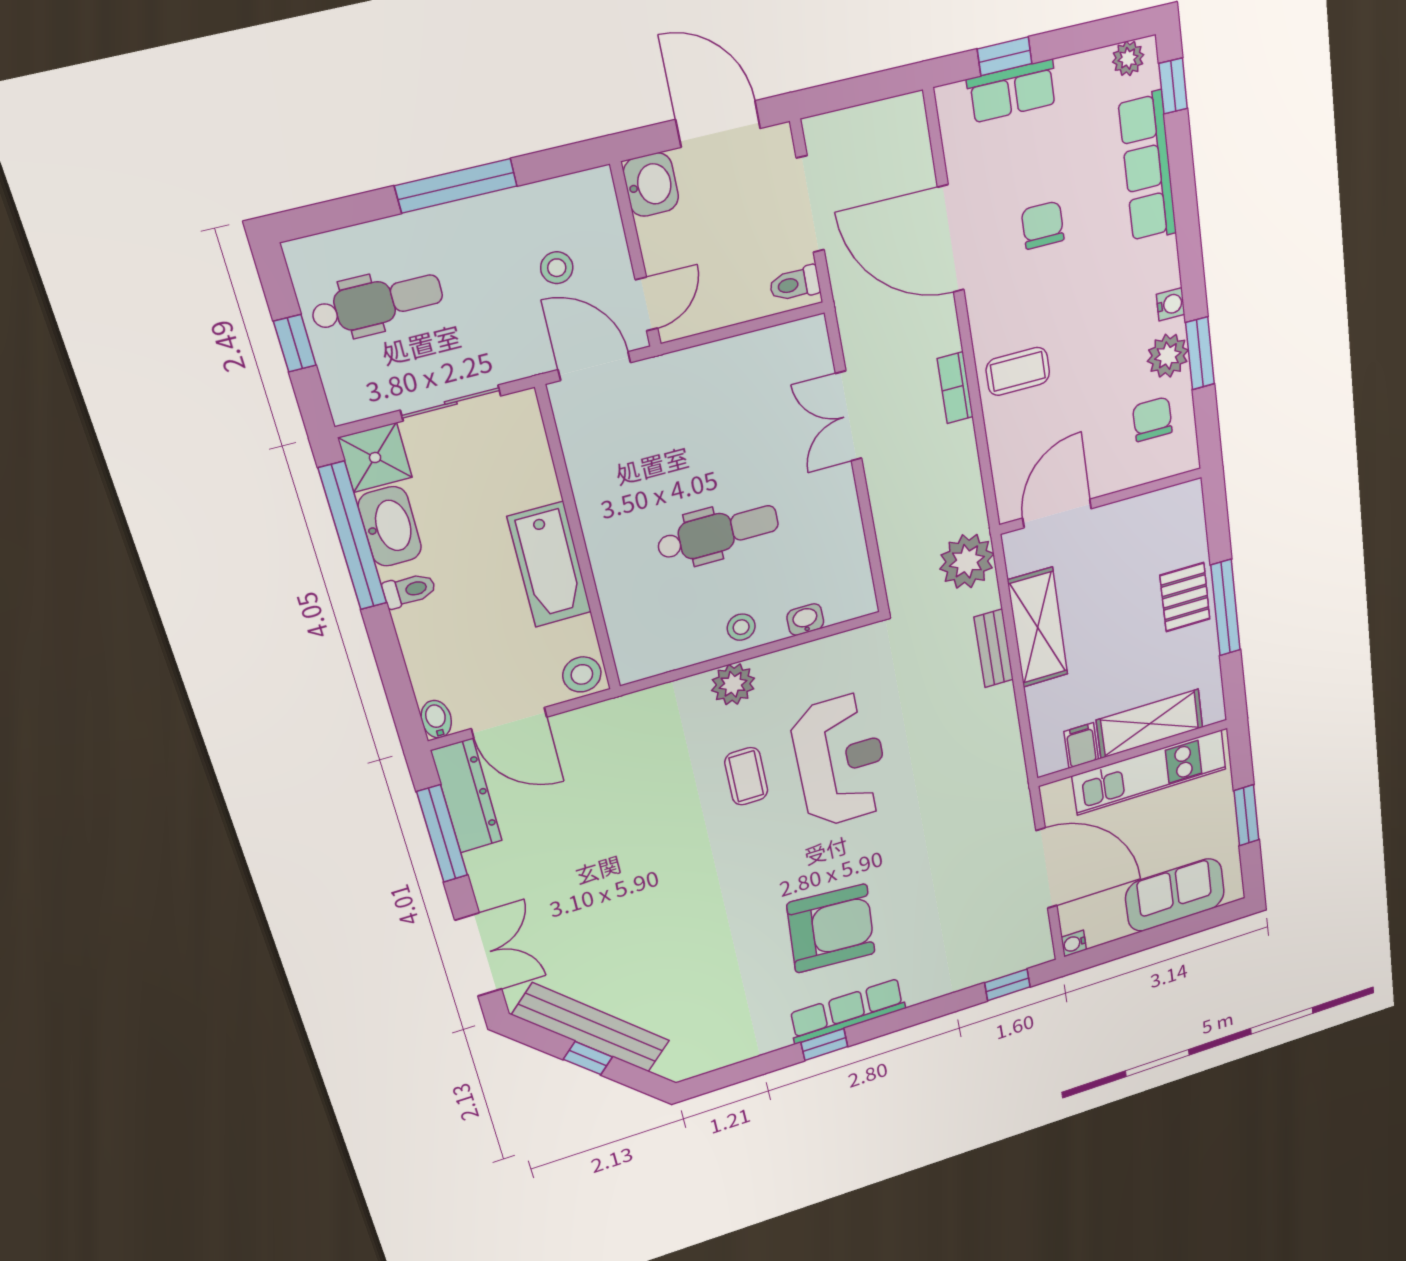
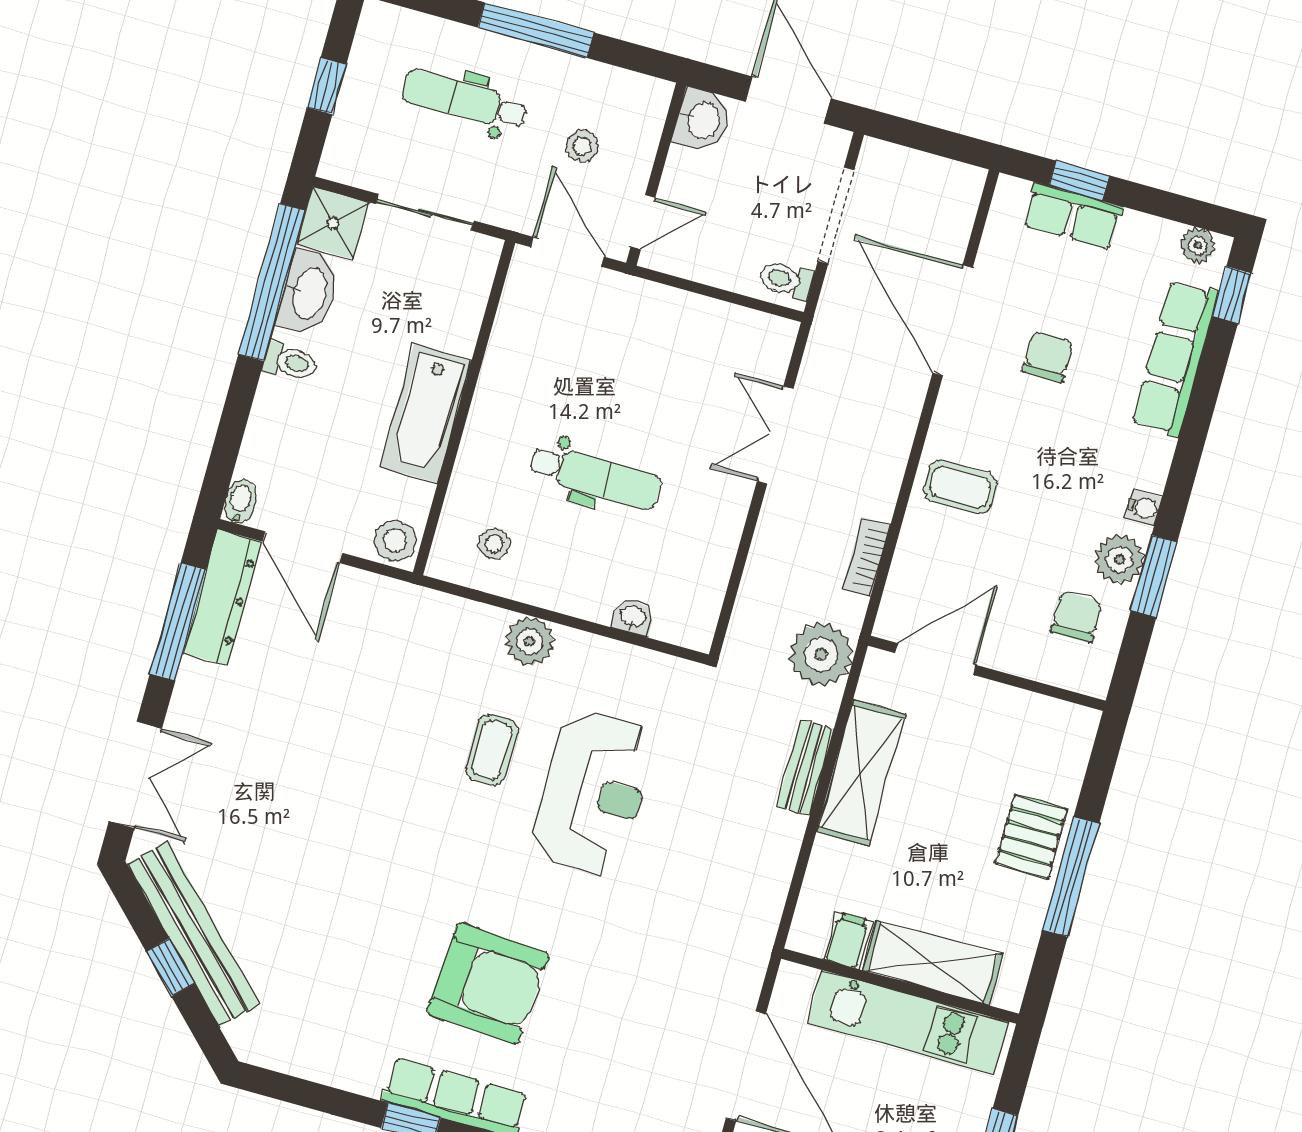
dental chair: (377, 303) -> (464, 100), moved, turned 180
bookcase: (955, 388) -> (866, 557), moved
stool: (741, 627) -> (494, 544), moved

